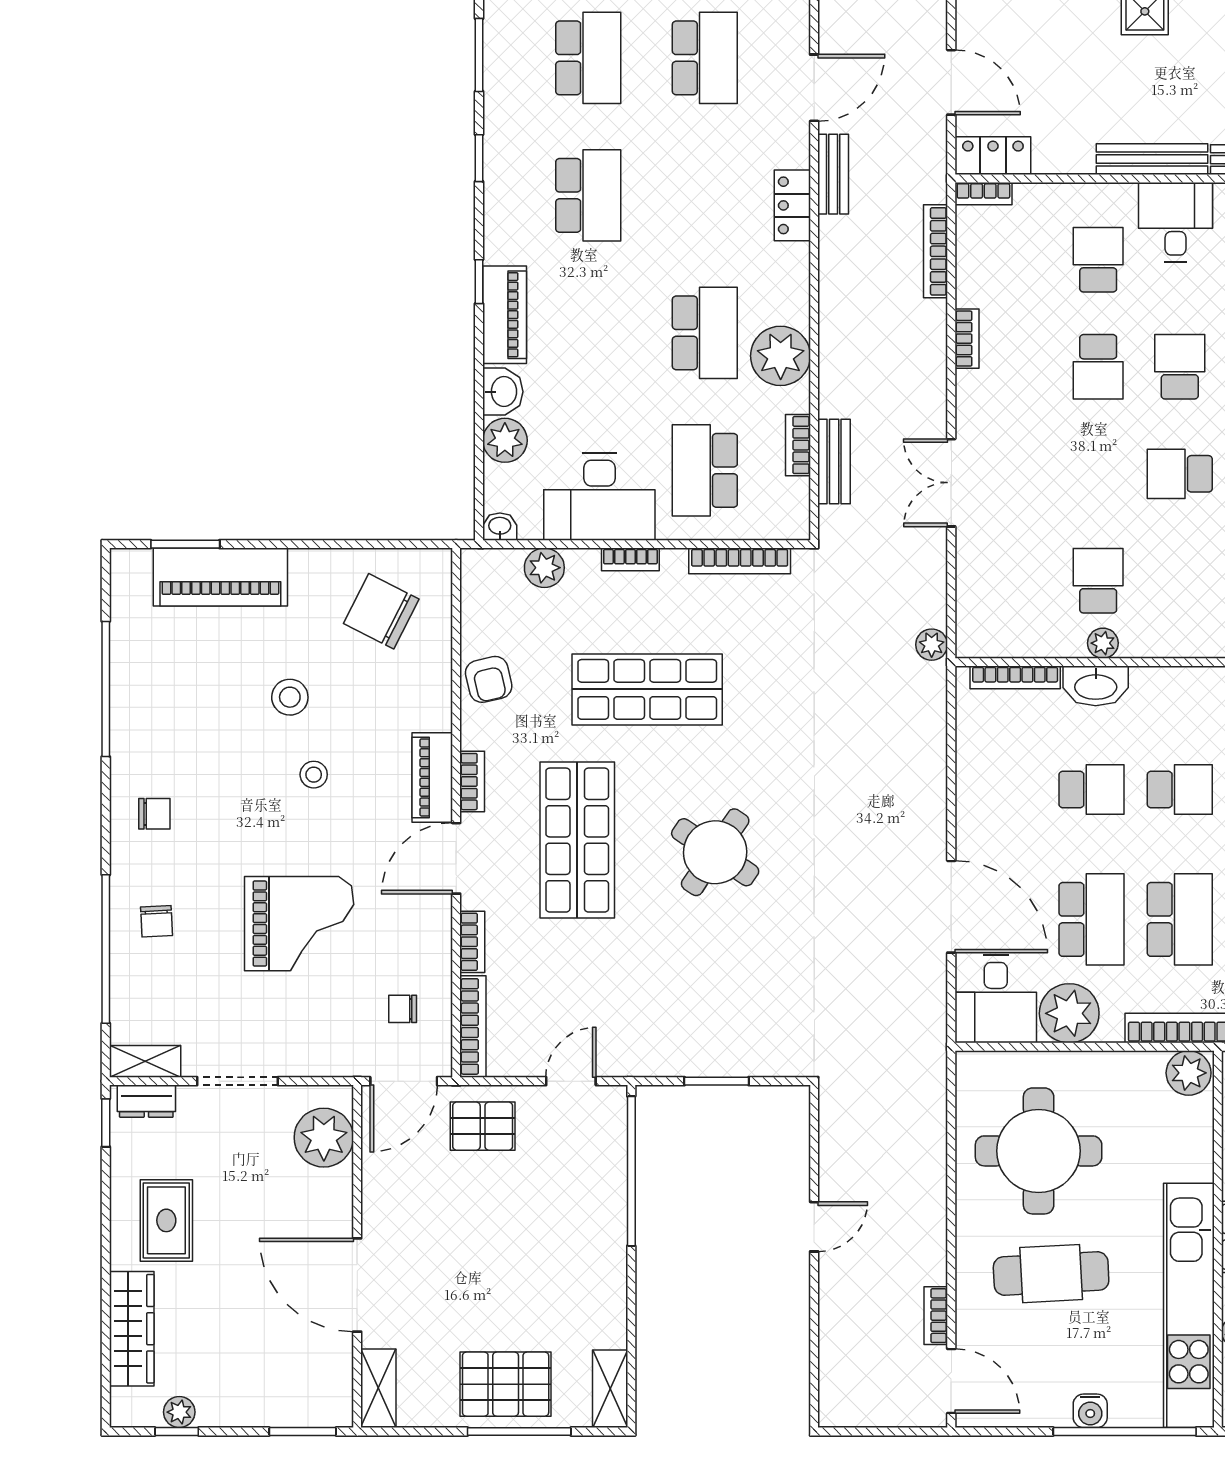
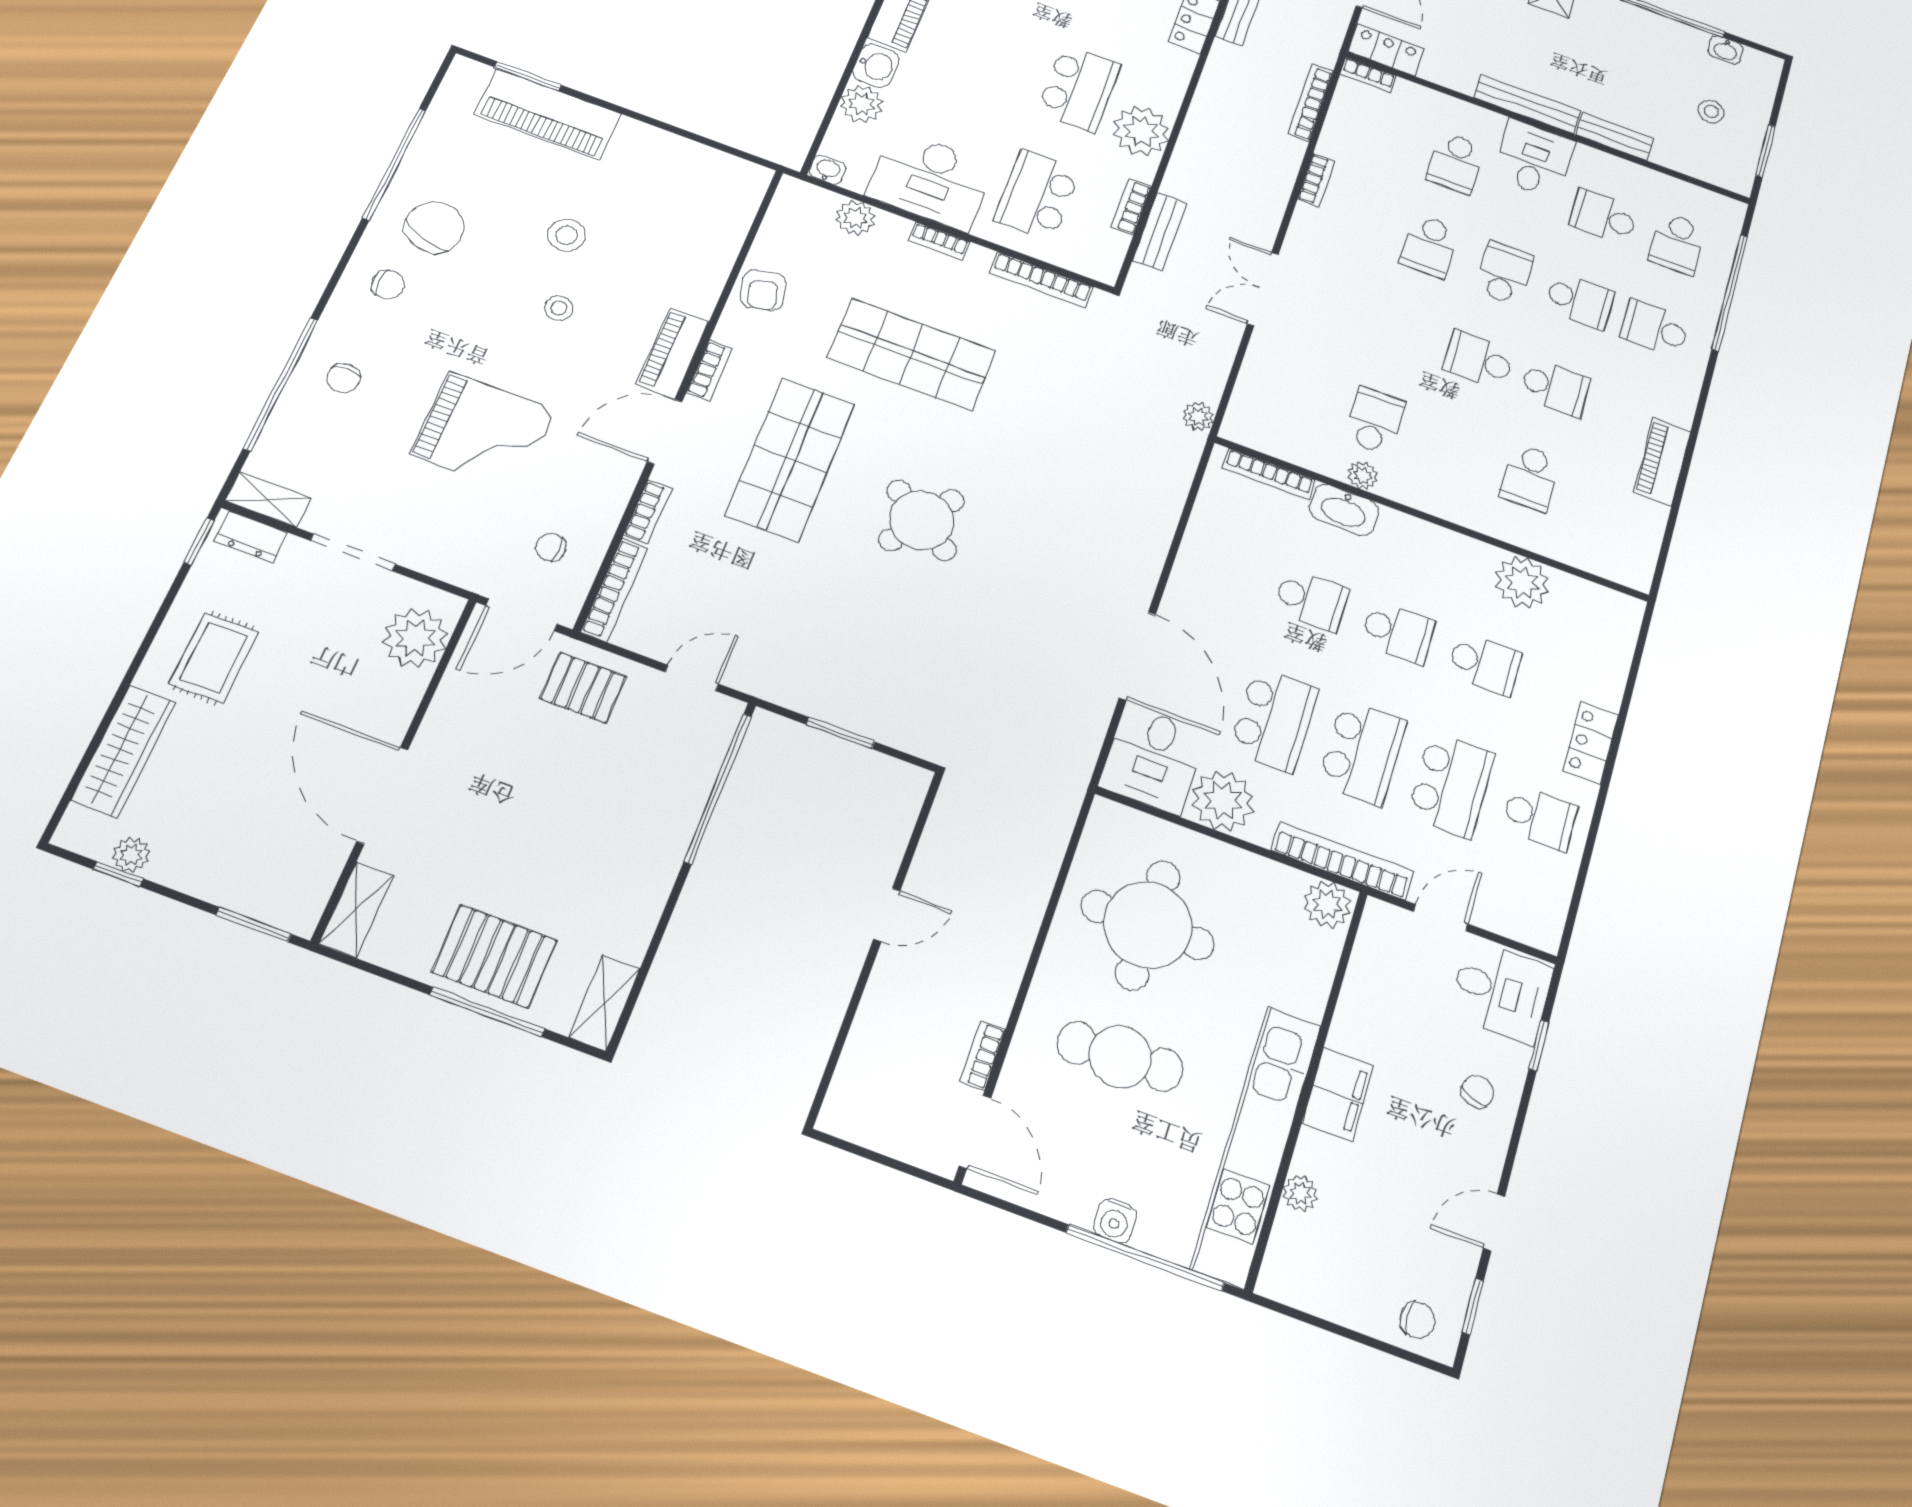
school desk: (1098, 260) -> (1455, 163), turned 180
chair: (381, 611) -> (435, 227), moved, turned 81

